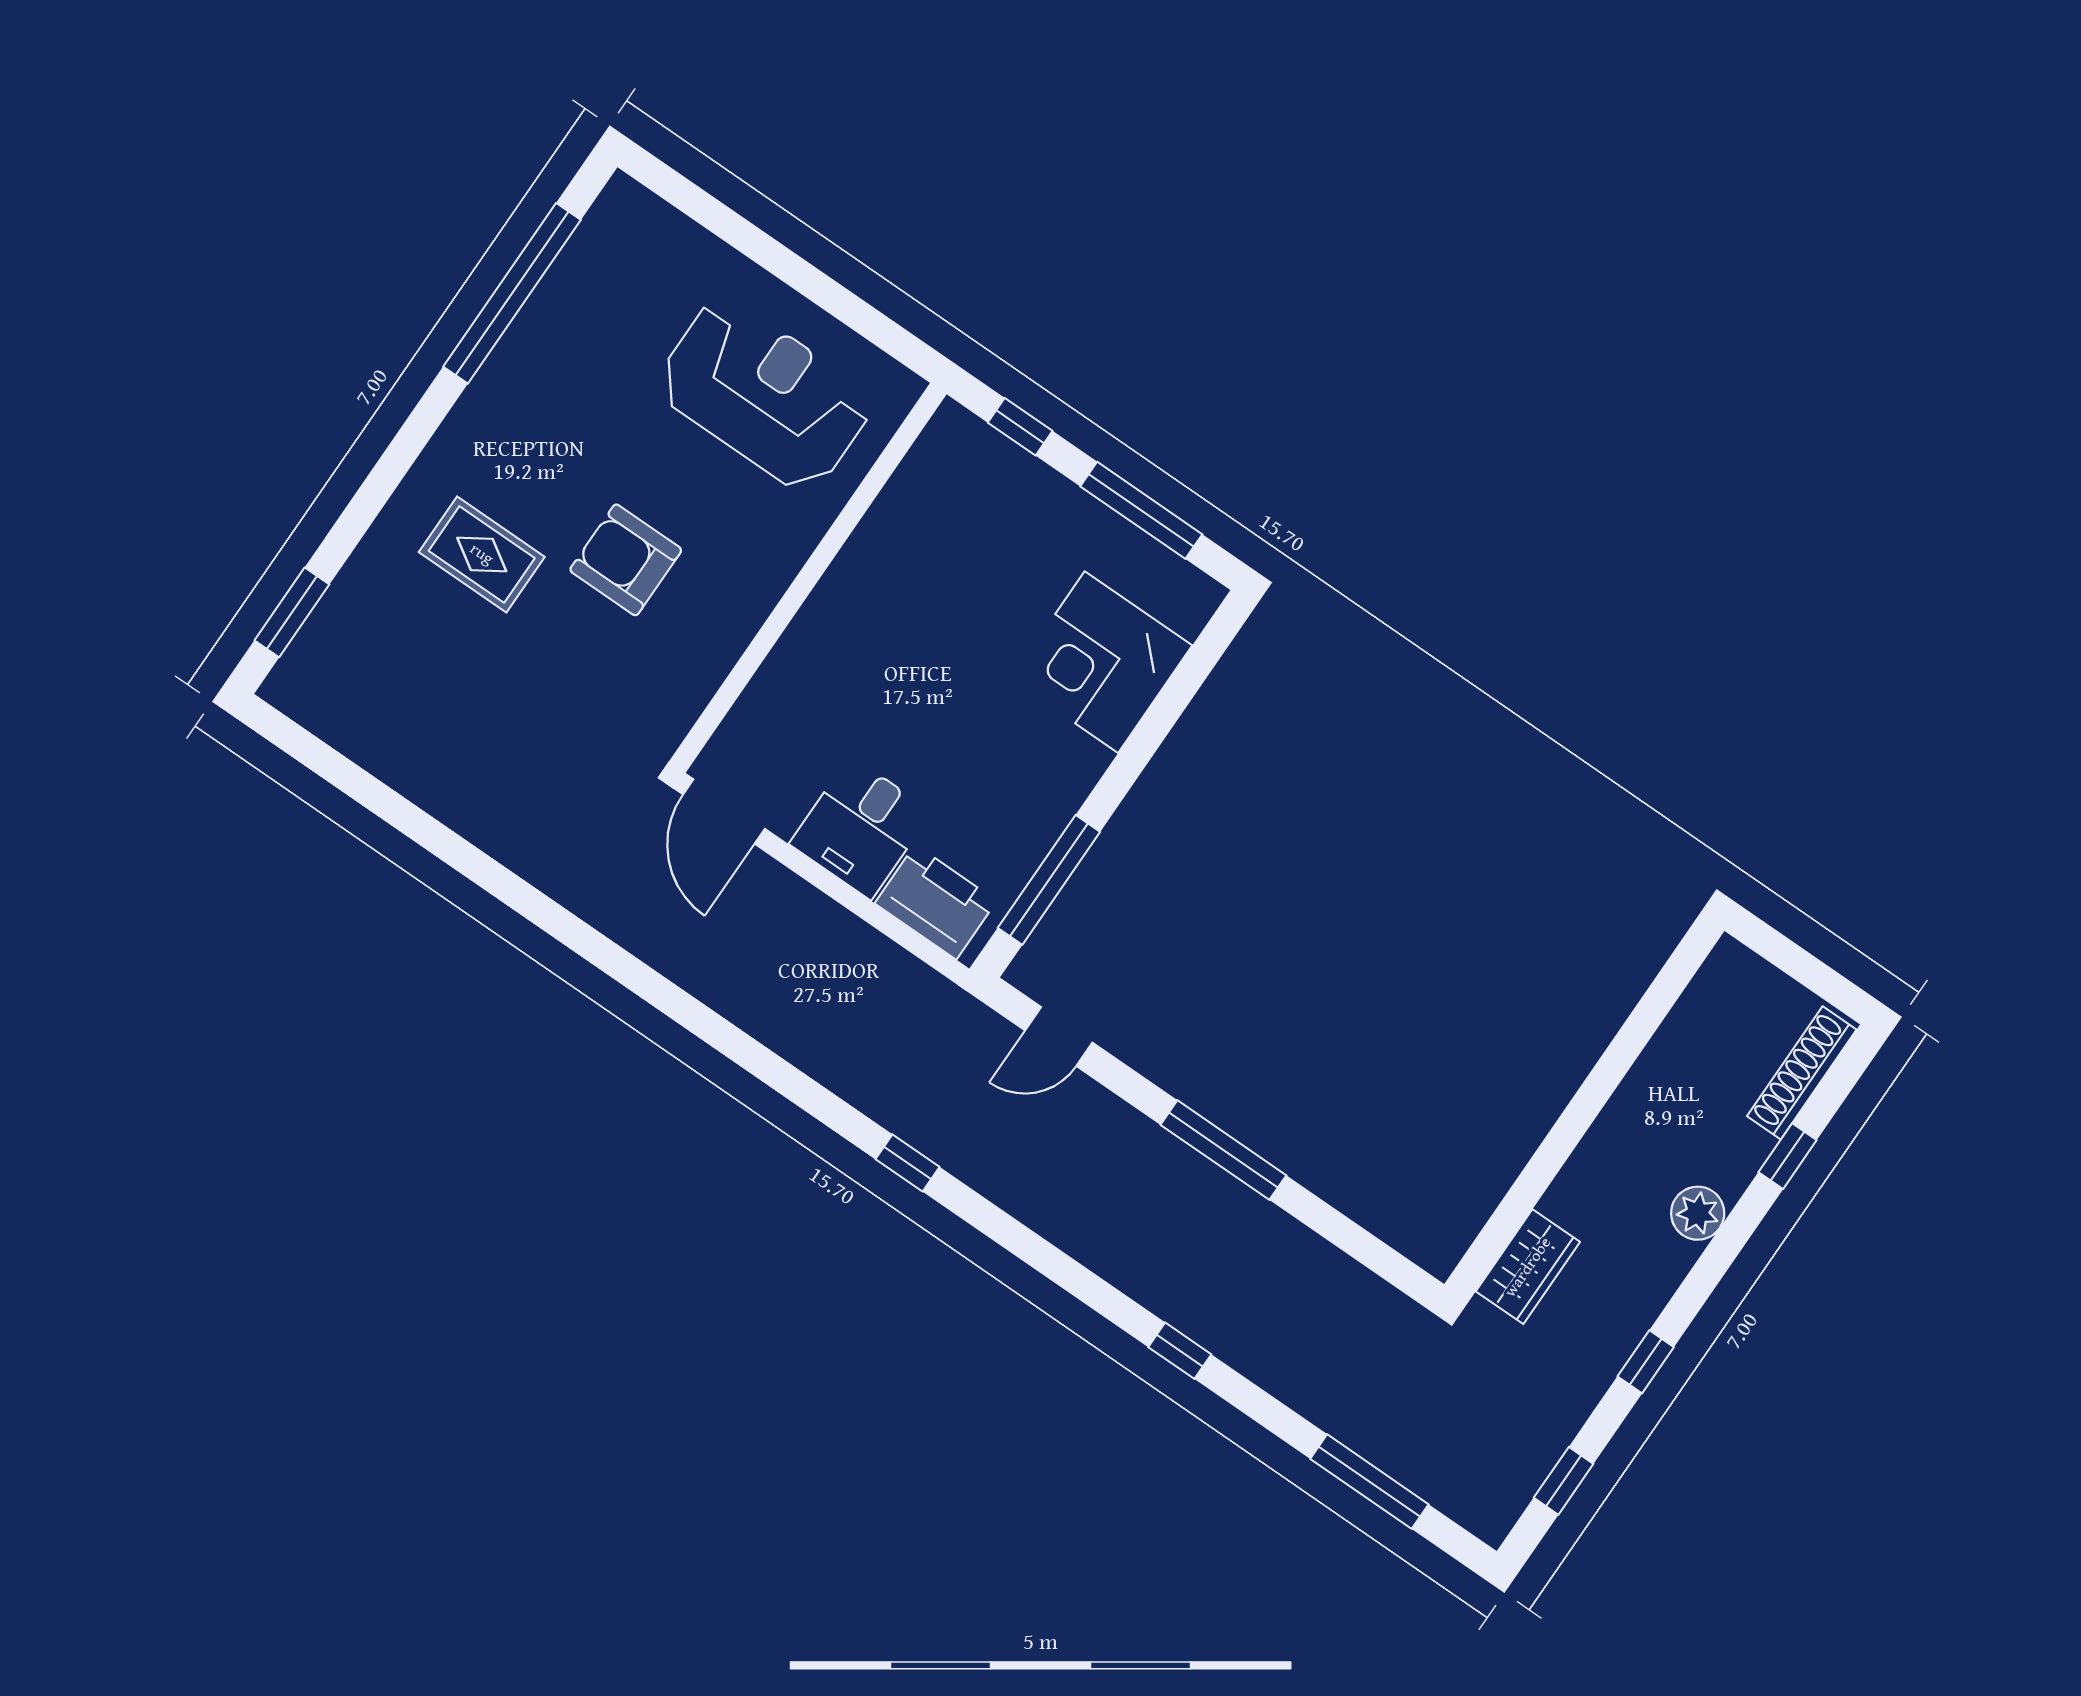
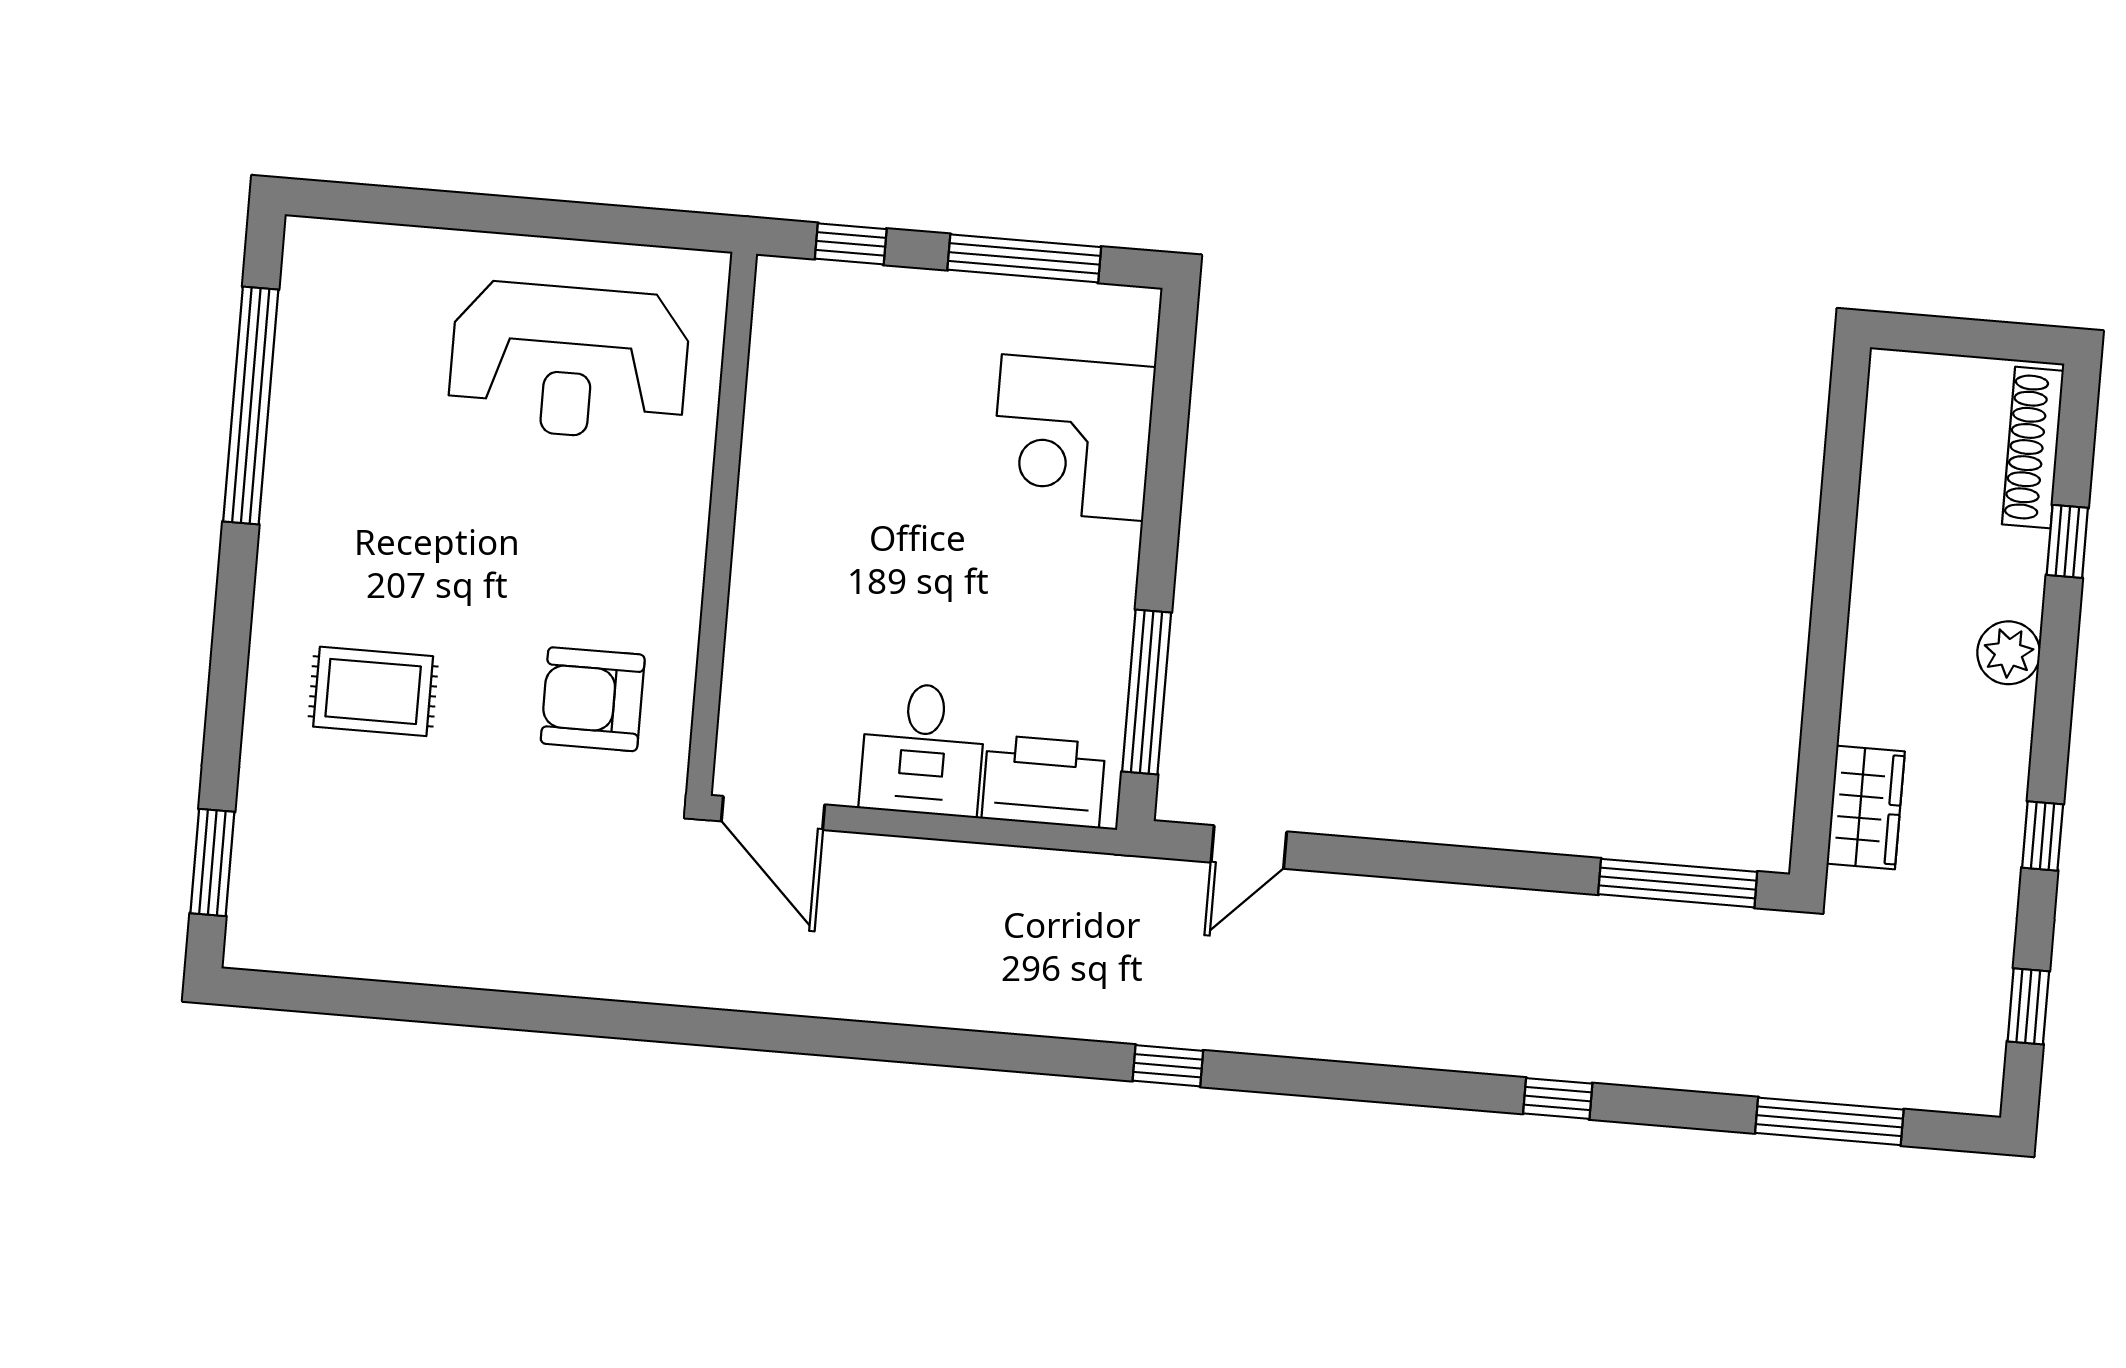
reception desk: (764, 394) -> (569, 361), turned 180
armchair: (626, 560) -> (593, 699), moved
window: (1223, 1150) -> (1678, 883), moved

